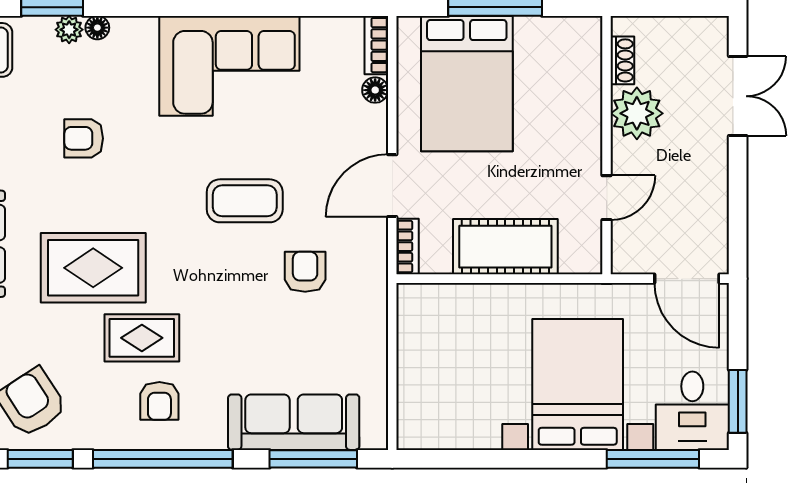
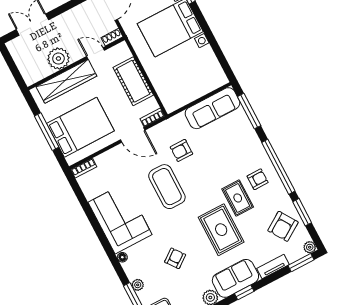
floor lamp: (97, 28) -> (122, 257), moved
shoe rack: (622, 60) -> (112, 37), moved
floor lamp: (375, 90) -> (101, 160), removed
wardrobe: (580, 105) -> (66, 81), added
armchair: (84, 138) -> (175, 258), turned -127
coffee table: (245, 201) -> (167, 187), width x1.36, depth x1.32
sofa: (294, 422) -> (212, 108), moved, turned -90

